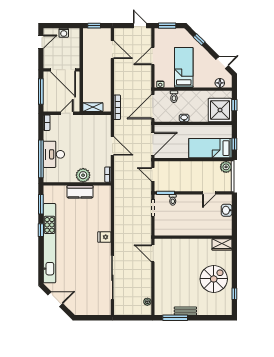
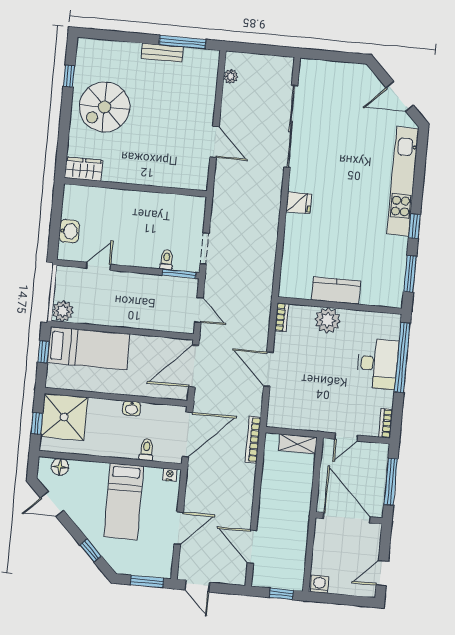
washing machine: (64, 33) -> (319, 584), moved
kitchen unit: (49, 243) -> (403, 181), width x0.73
door: (153, 253) -> (215, 142), moved

